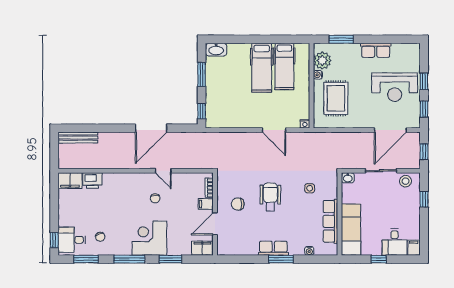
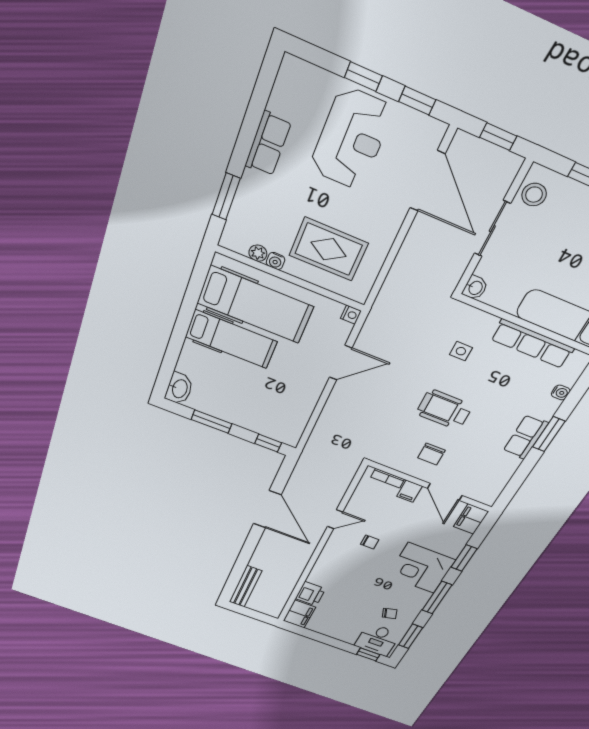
plant: (322, 60) -> (258, 253), width x0.53, depth x0.53
hospital bed: (284, 66) -> (255, 305), width x1.37, depth x1.29

